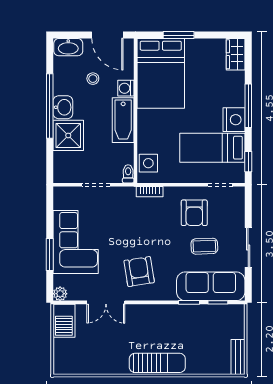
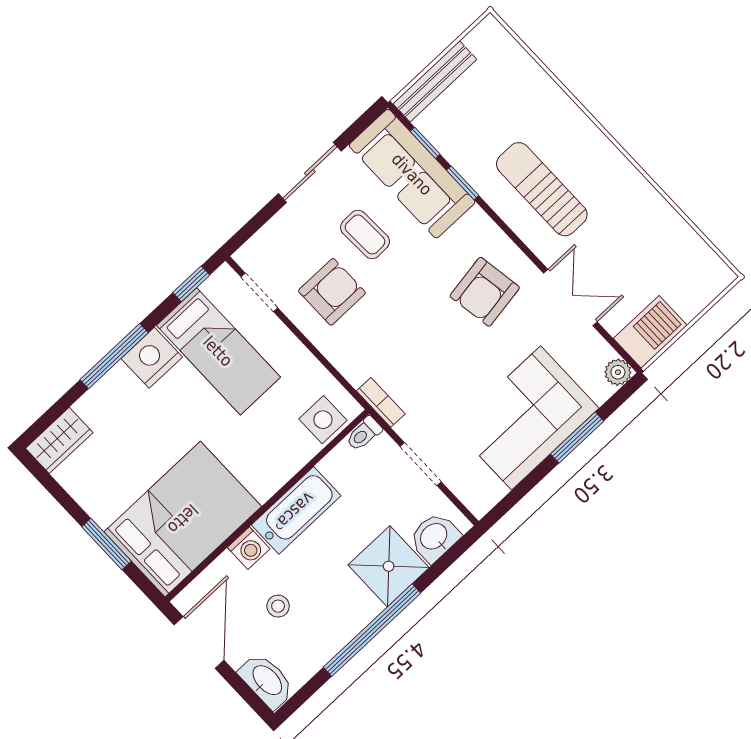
washbasin: (63, 107) -> (434, 537), moved
bookcase: (150, 192) -> (381, 402), moved
bench: (238, 357) -> (435, 81), moved, width x1.36
sun lounger: (157, 363) -> (542, 189), moved

